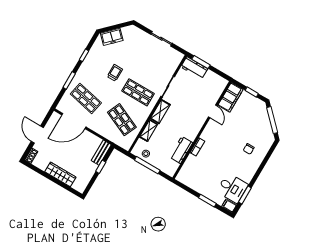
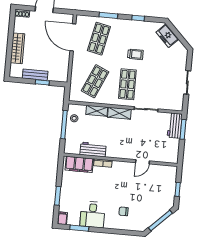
filing cabinet: (231, 97) -> (79, 164), moved
bench: (101, 153) -> (35, 75), moved
desk: (232, 188) -> (93, 214), moved

